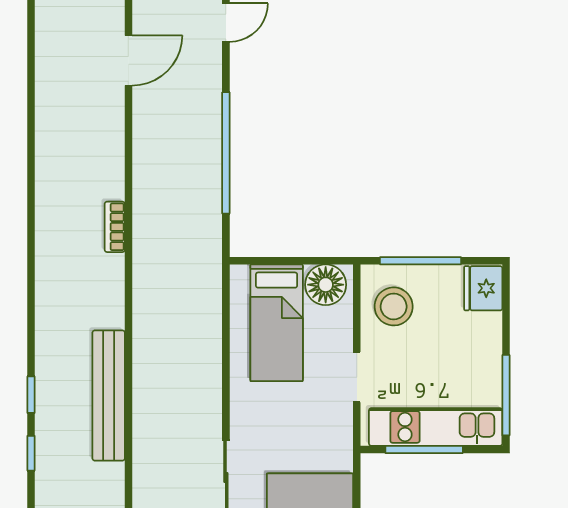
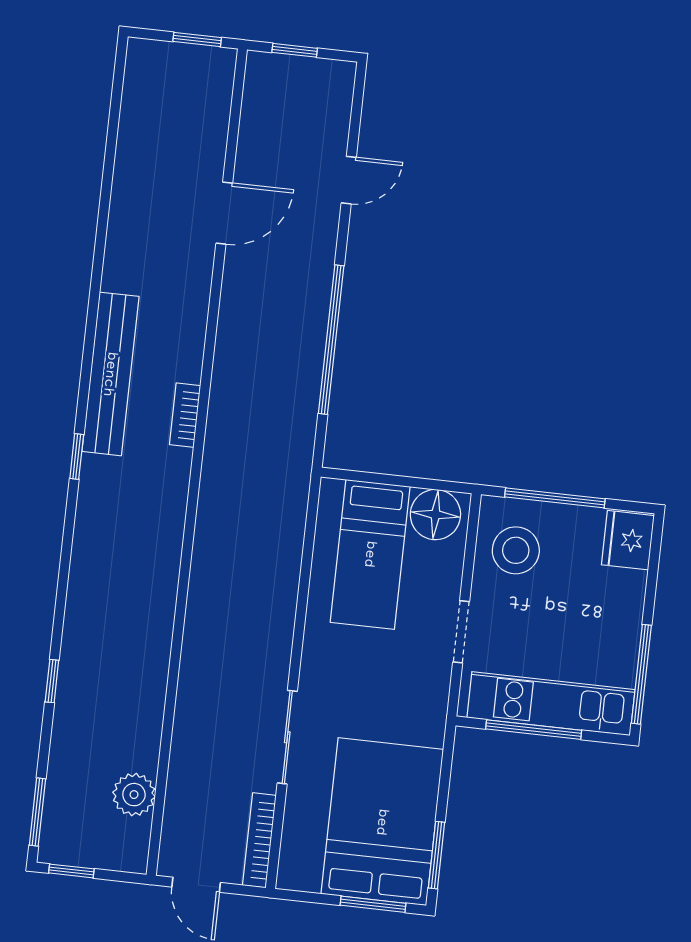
window: (31, 395) -> (77, 456), moved
bench: (109, 396) -> (110, 374), moved

